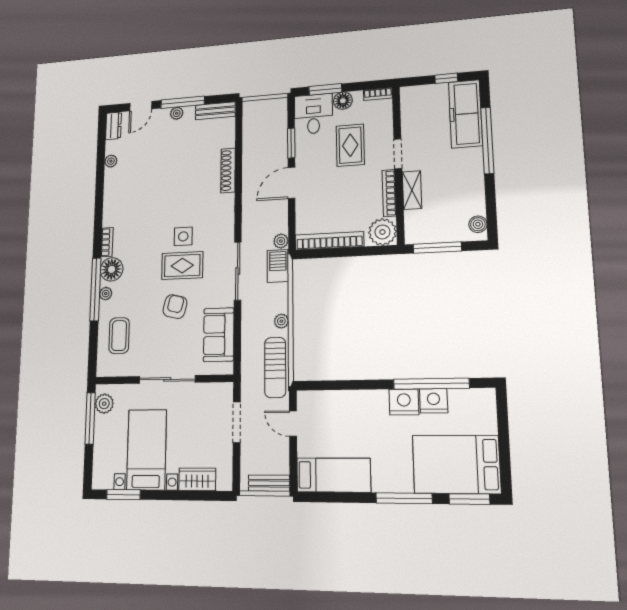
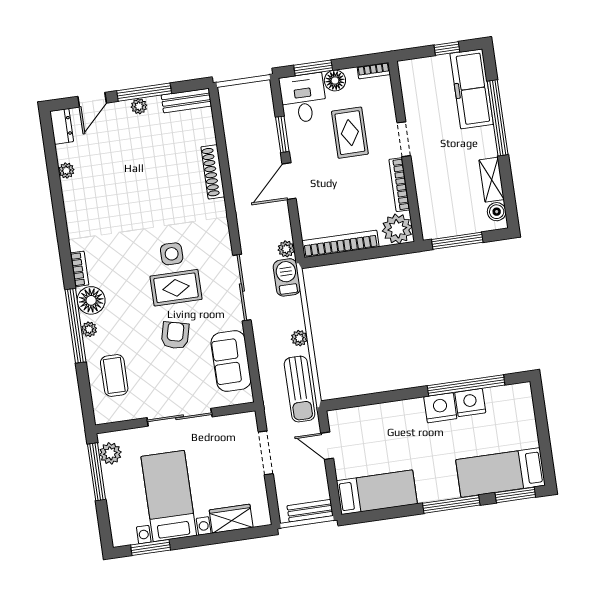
shelving: (412, 190) -> (492, 180), moved
bed: (456, 464) -> (501, 472), width x0.67

